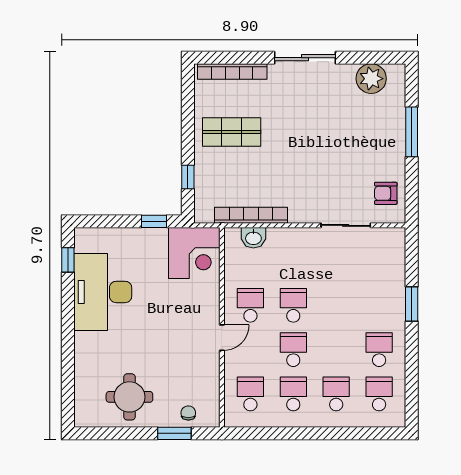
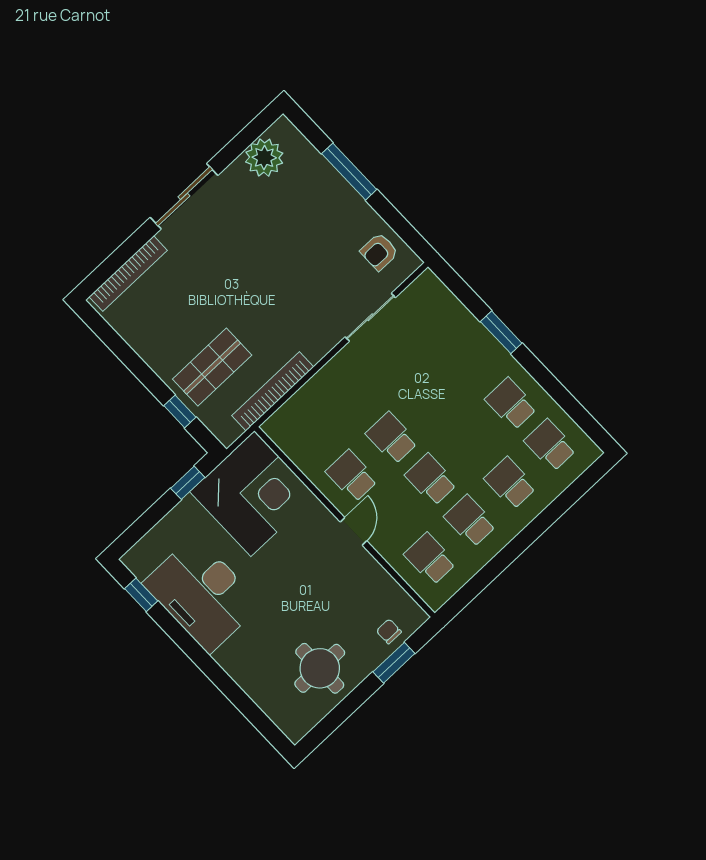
shop shelf: (232, 132) -> (212, 367), moved
washbasin: (253, 238) -> (295, 410), removed
corner desk: (194, 253) -> (253, 494), width x1.36, depth x1.36

